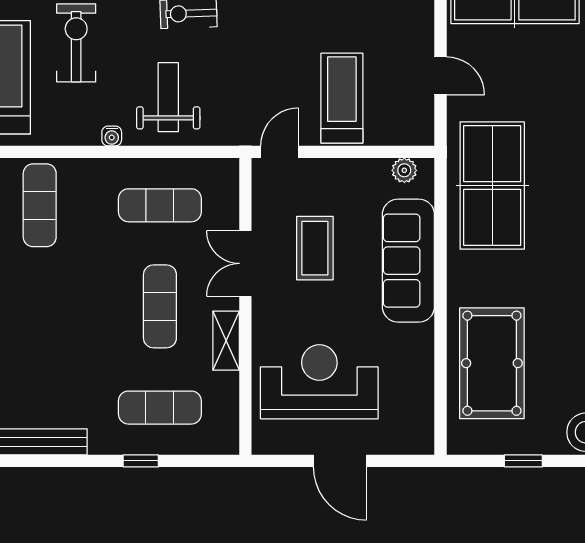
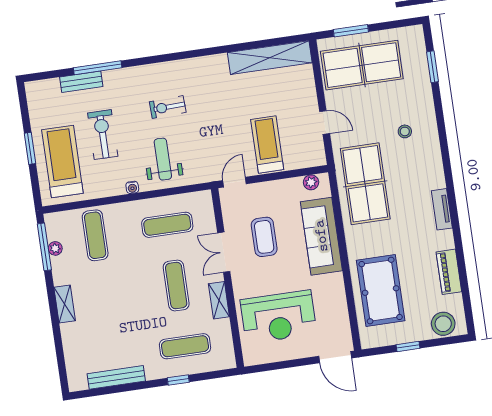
stool: (569, 110) -> (405, 131), added
reception desk: (319, 382) -> (279, 317), turned 180
door: (340, 461) -> (335, 357), moved

